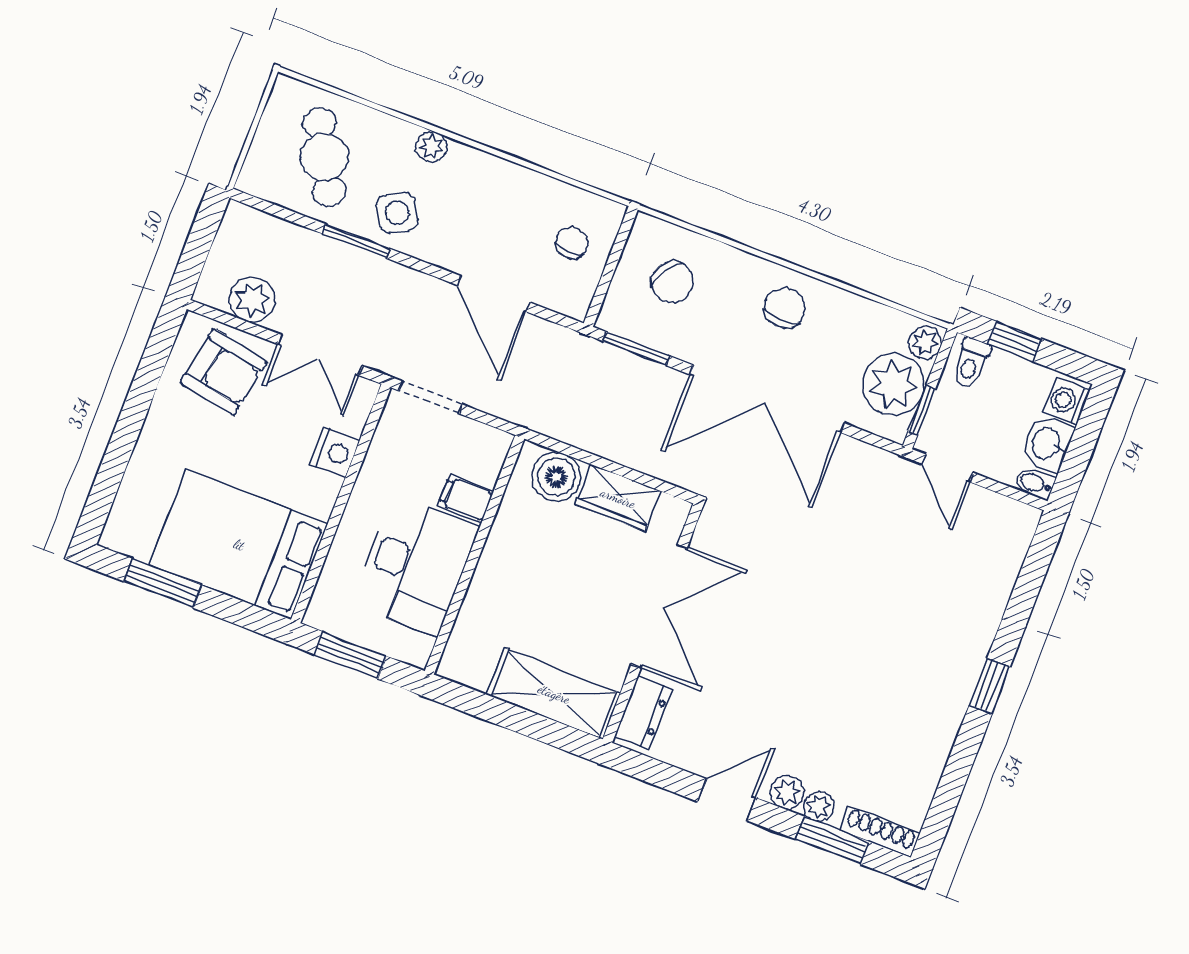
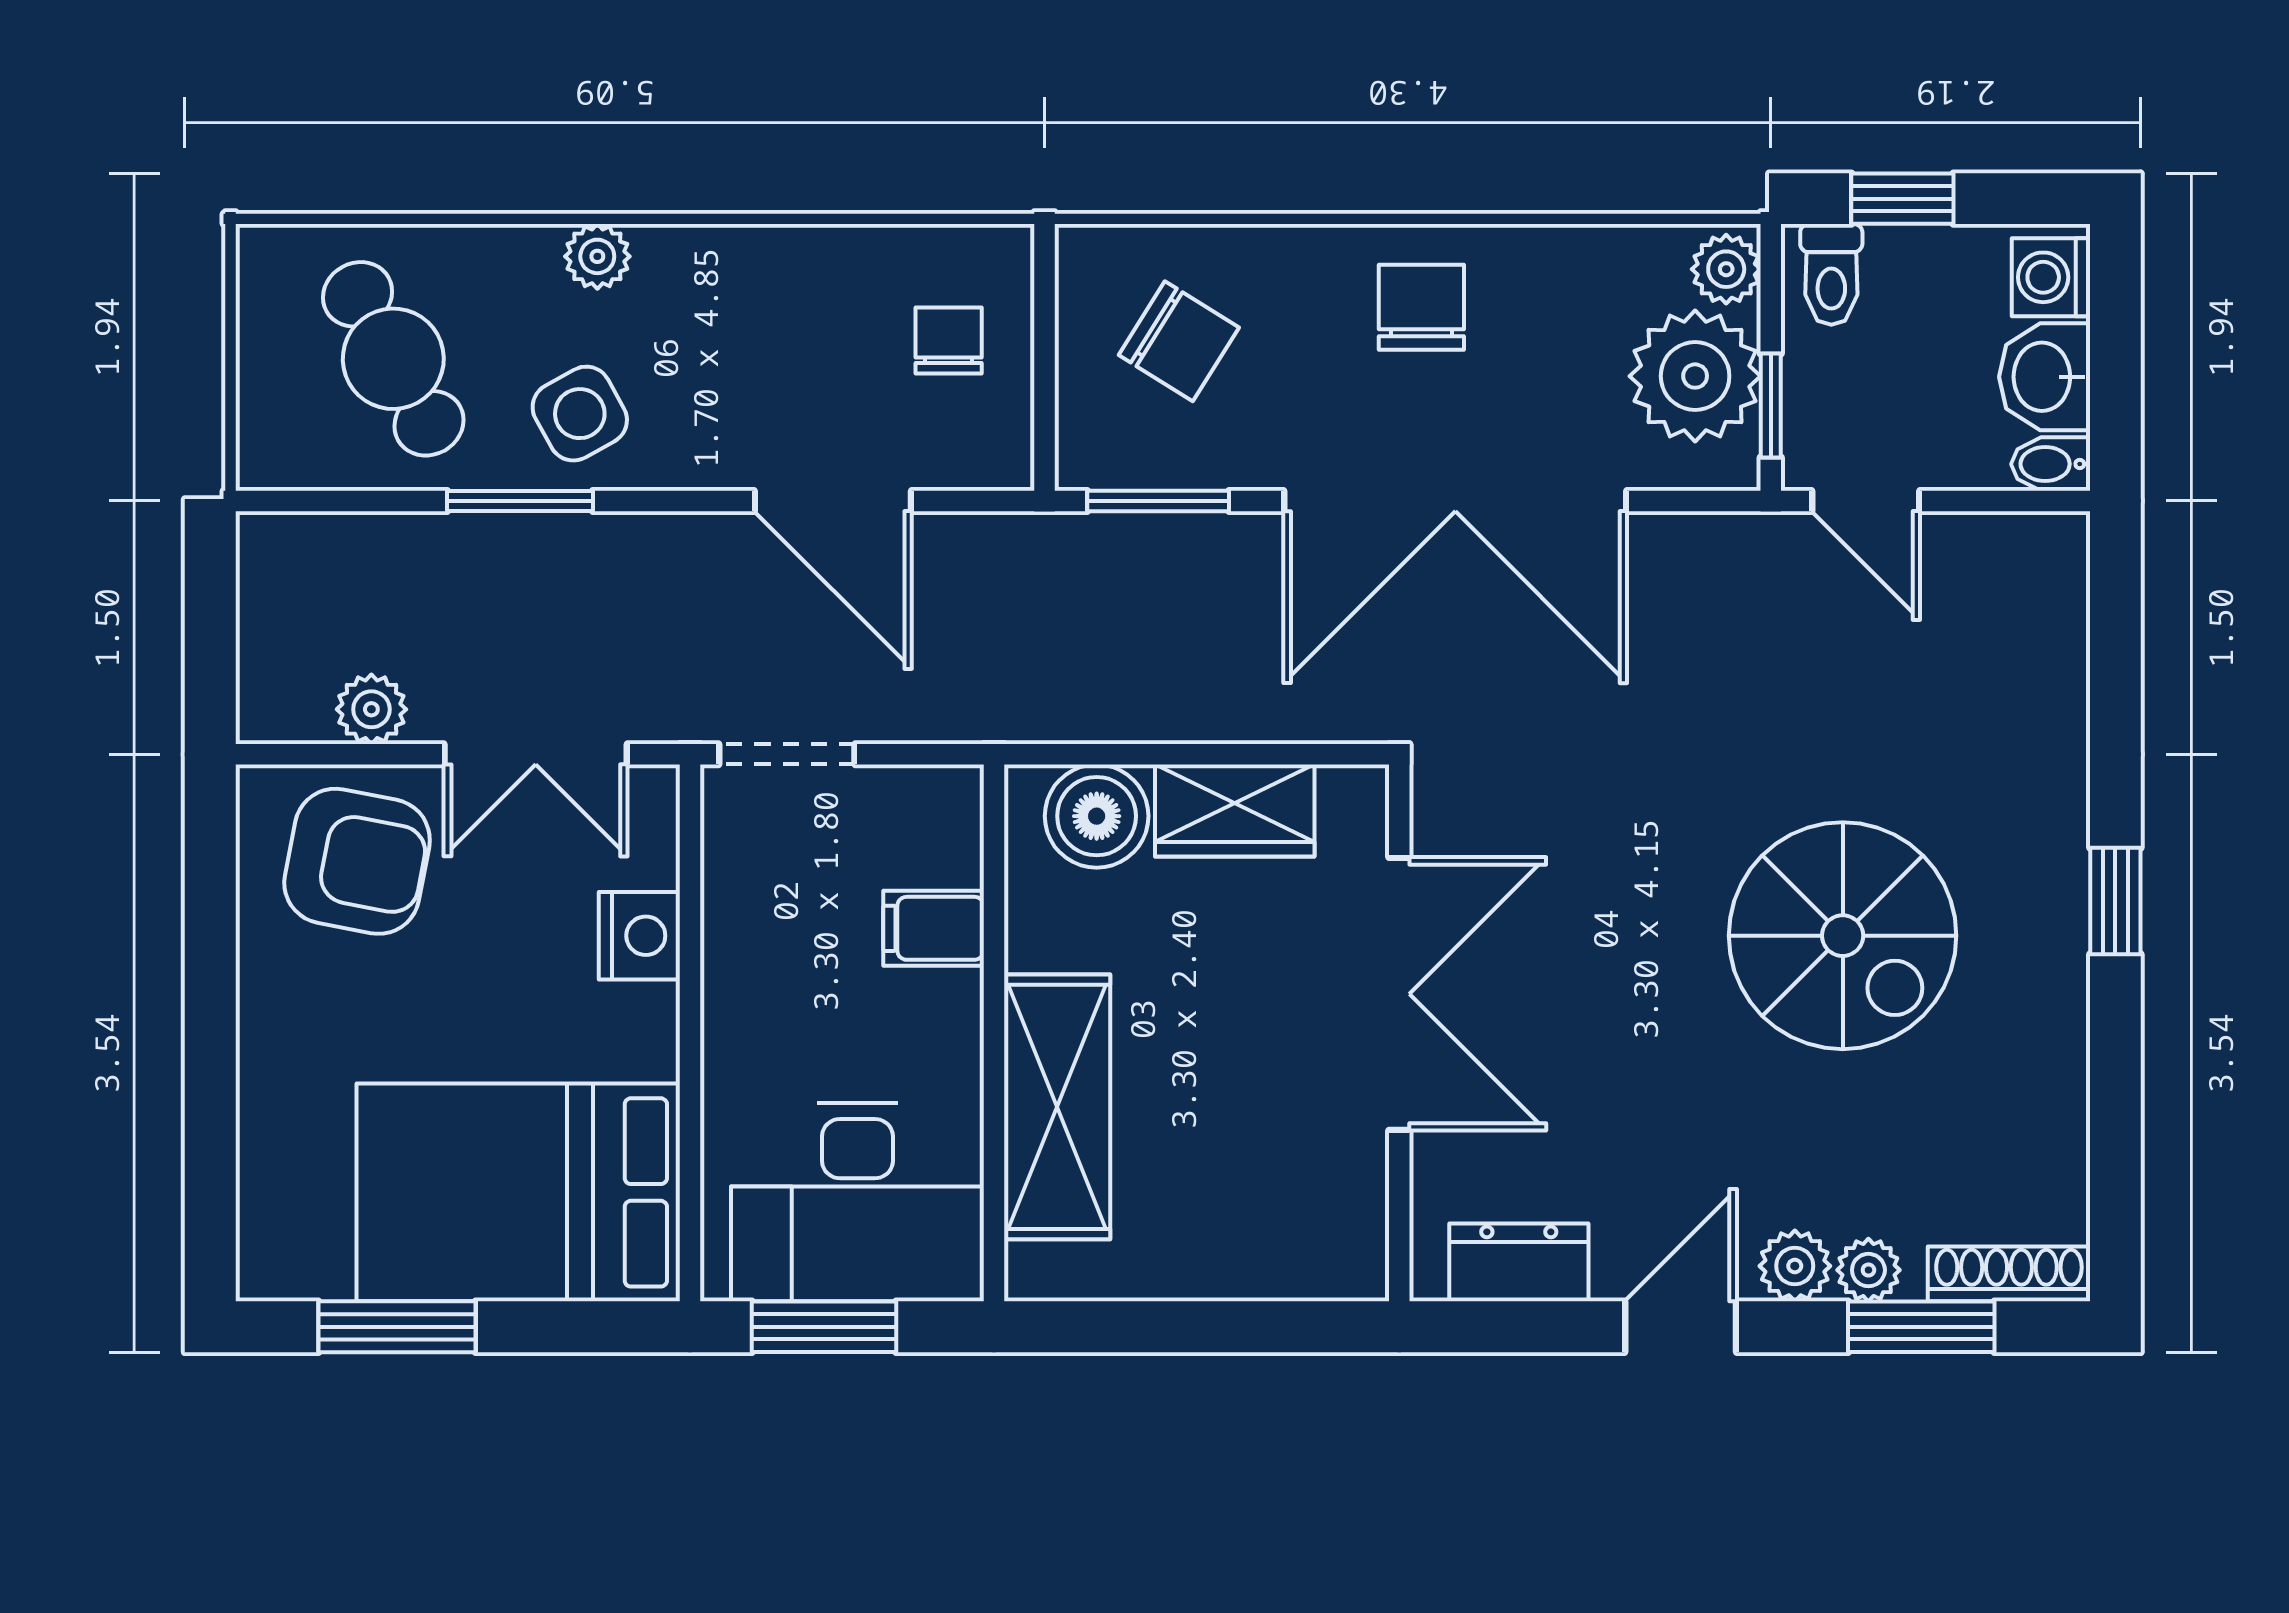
plant: (252, 300) -> (371, 709), width x0.73, depth x0.73
desk: (415, 565) -> (857, 1202), moved, turned 90
spiral stairs: (864, 655) -> (1843, 936), added
shelving: (554, 694) -> (1057, 1107), moved, turned 90
dresser: (643, 713) -> (1519, 1262), moved, turned -90

